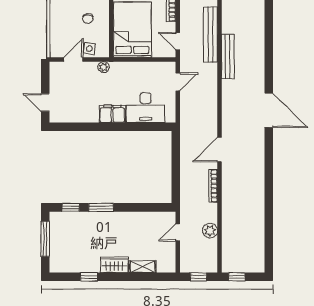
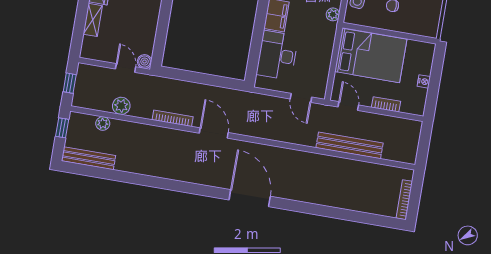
door: (178, 41) -> (348, 106), hinge flipped
bench: (228, 56) -> (89, 158), moved
door: (269, 110) -> (250, 198), swing flipped
boiler: (170, 217) -> (145, 62), added
plant: (227, 243) -> (103, 123), added

